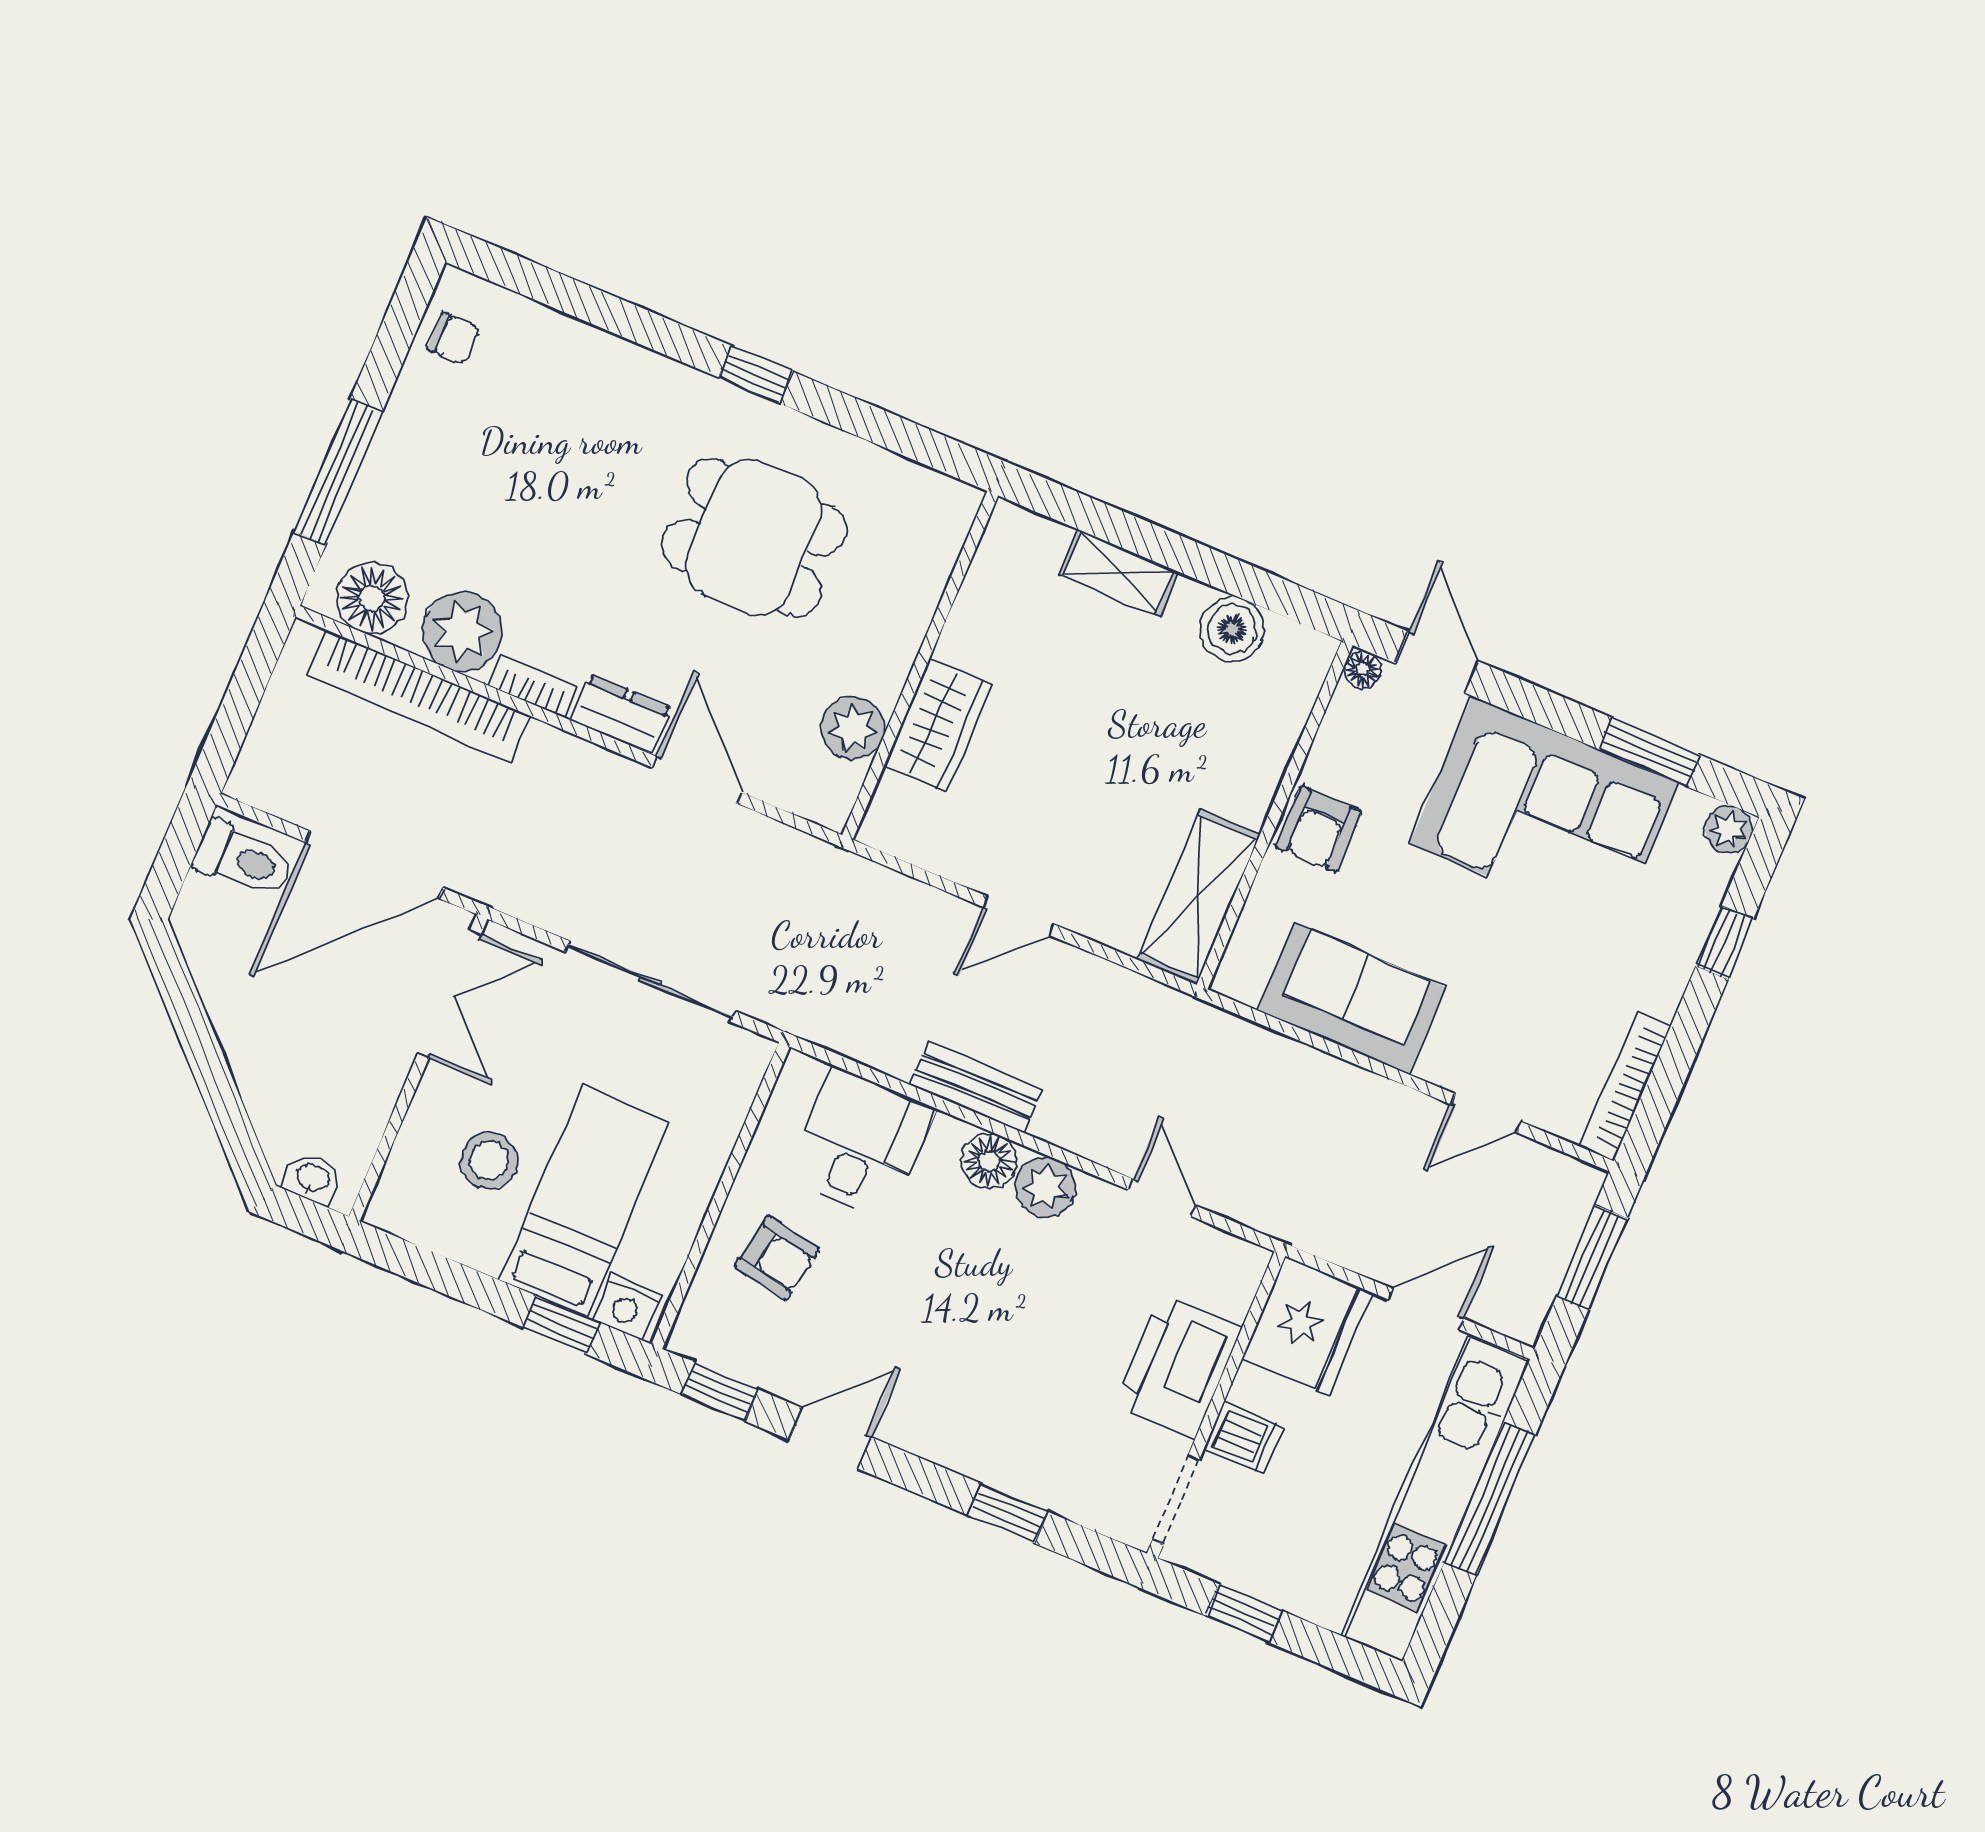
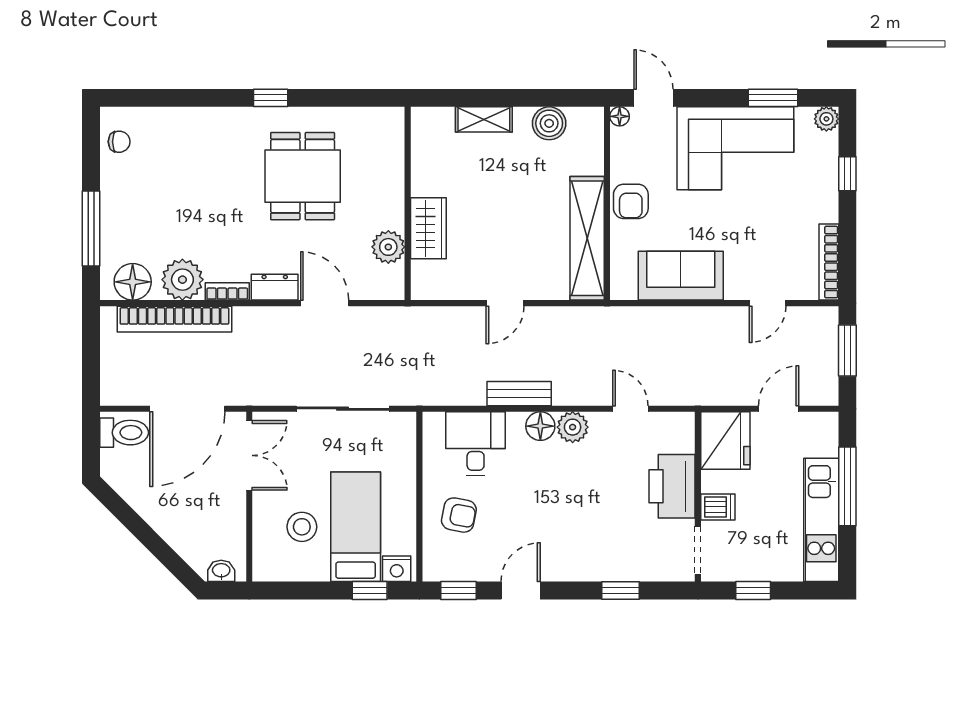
dining table: (754, 538) -> (303, 176), turned 90
shelving: (1198, 897) -> (587, 238), width x1.47
kitchen unit: (1435, 1499) -> (821, 520), width x0.73

